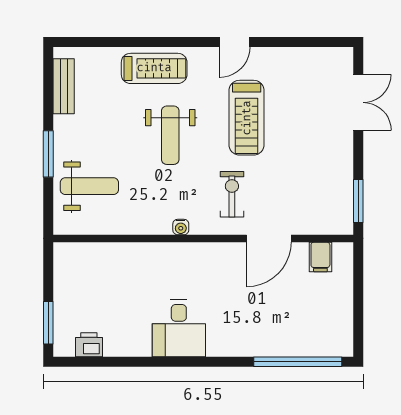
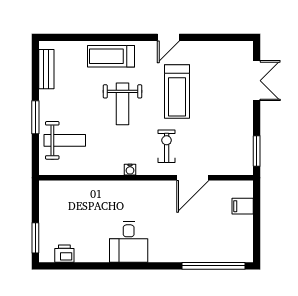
treadmill: (154, 68) -> (111, 56), turned 180
filing cabinet: (320, 257) -> (243, 206), moved, turned 90

